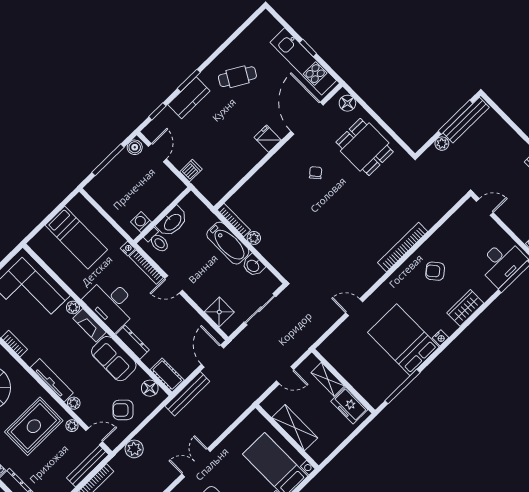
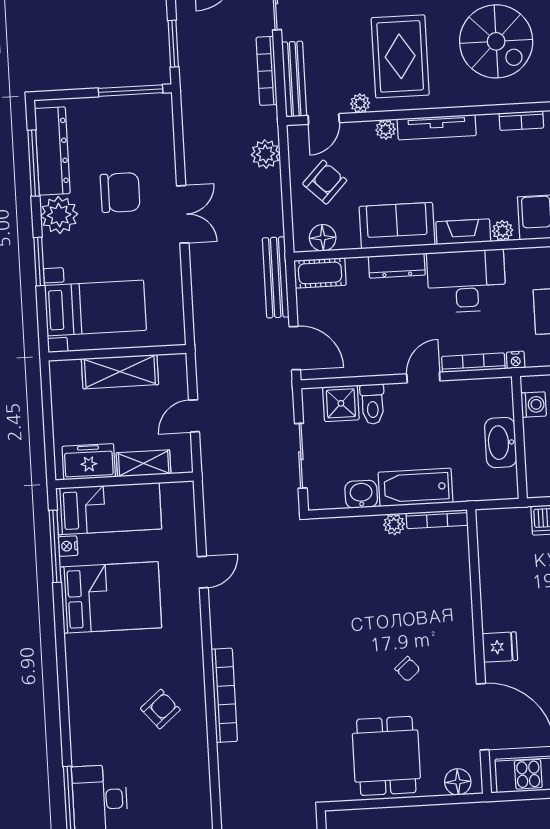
dining table: (365, 147) -> (386, 756), turned 90
toilet: (157, 241) -> (372, 404), moved, turned -90
wardrobe: (465, 308) -> (83, 706), removed
nightstand: (440, 338) -> (68, 546), moved
bed: (363, 377) -> (109, 509), added

